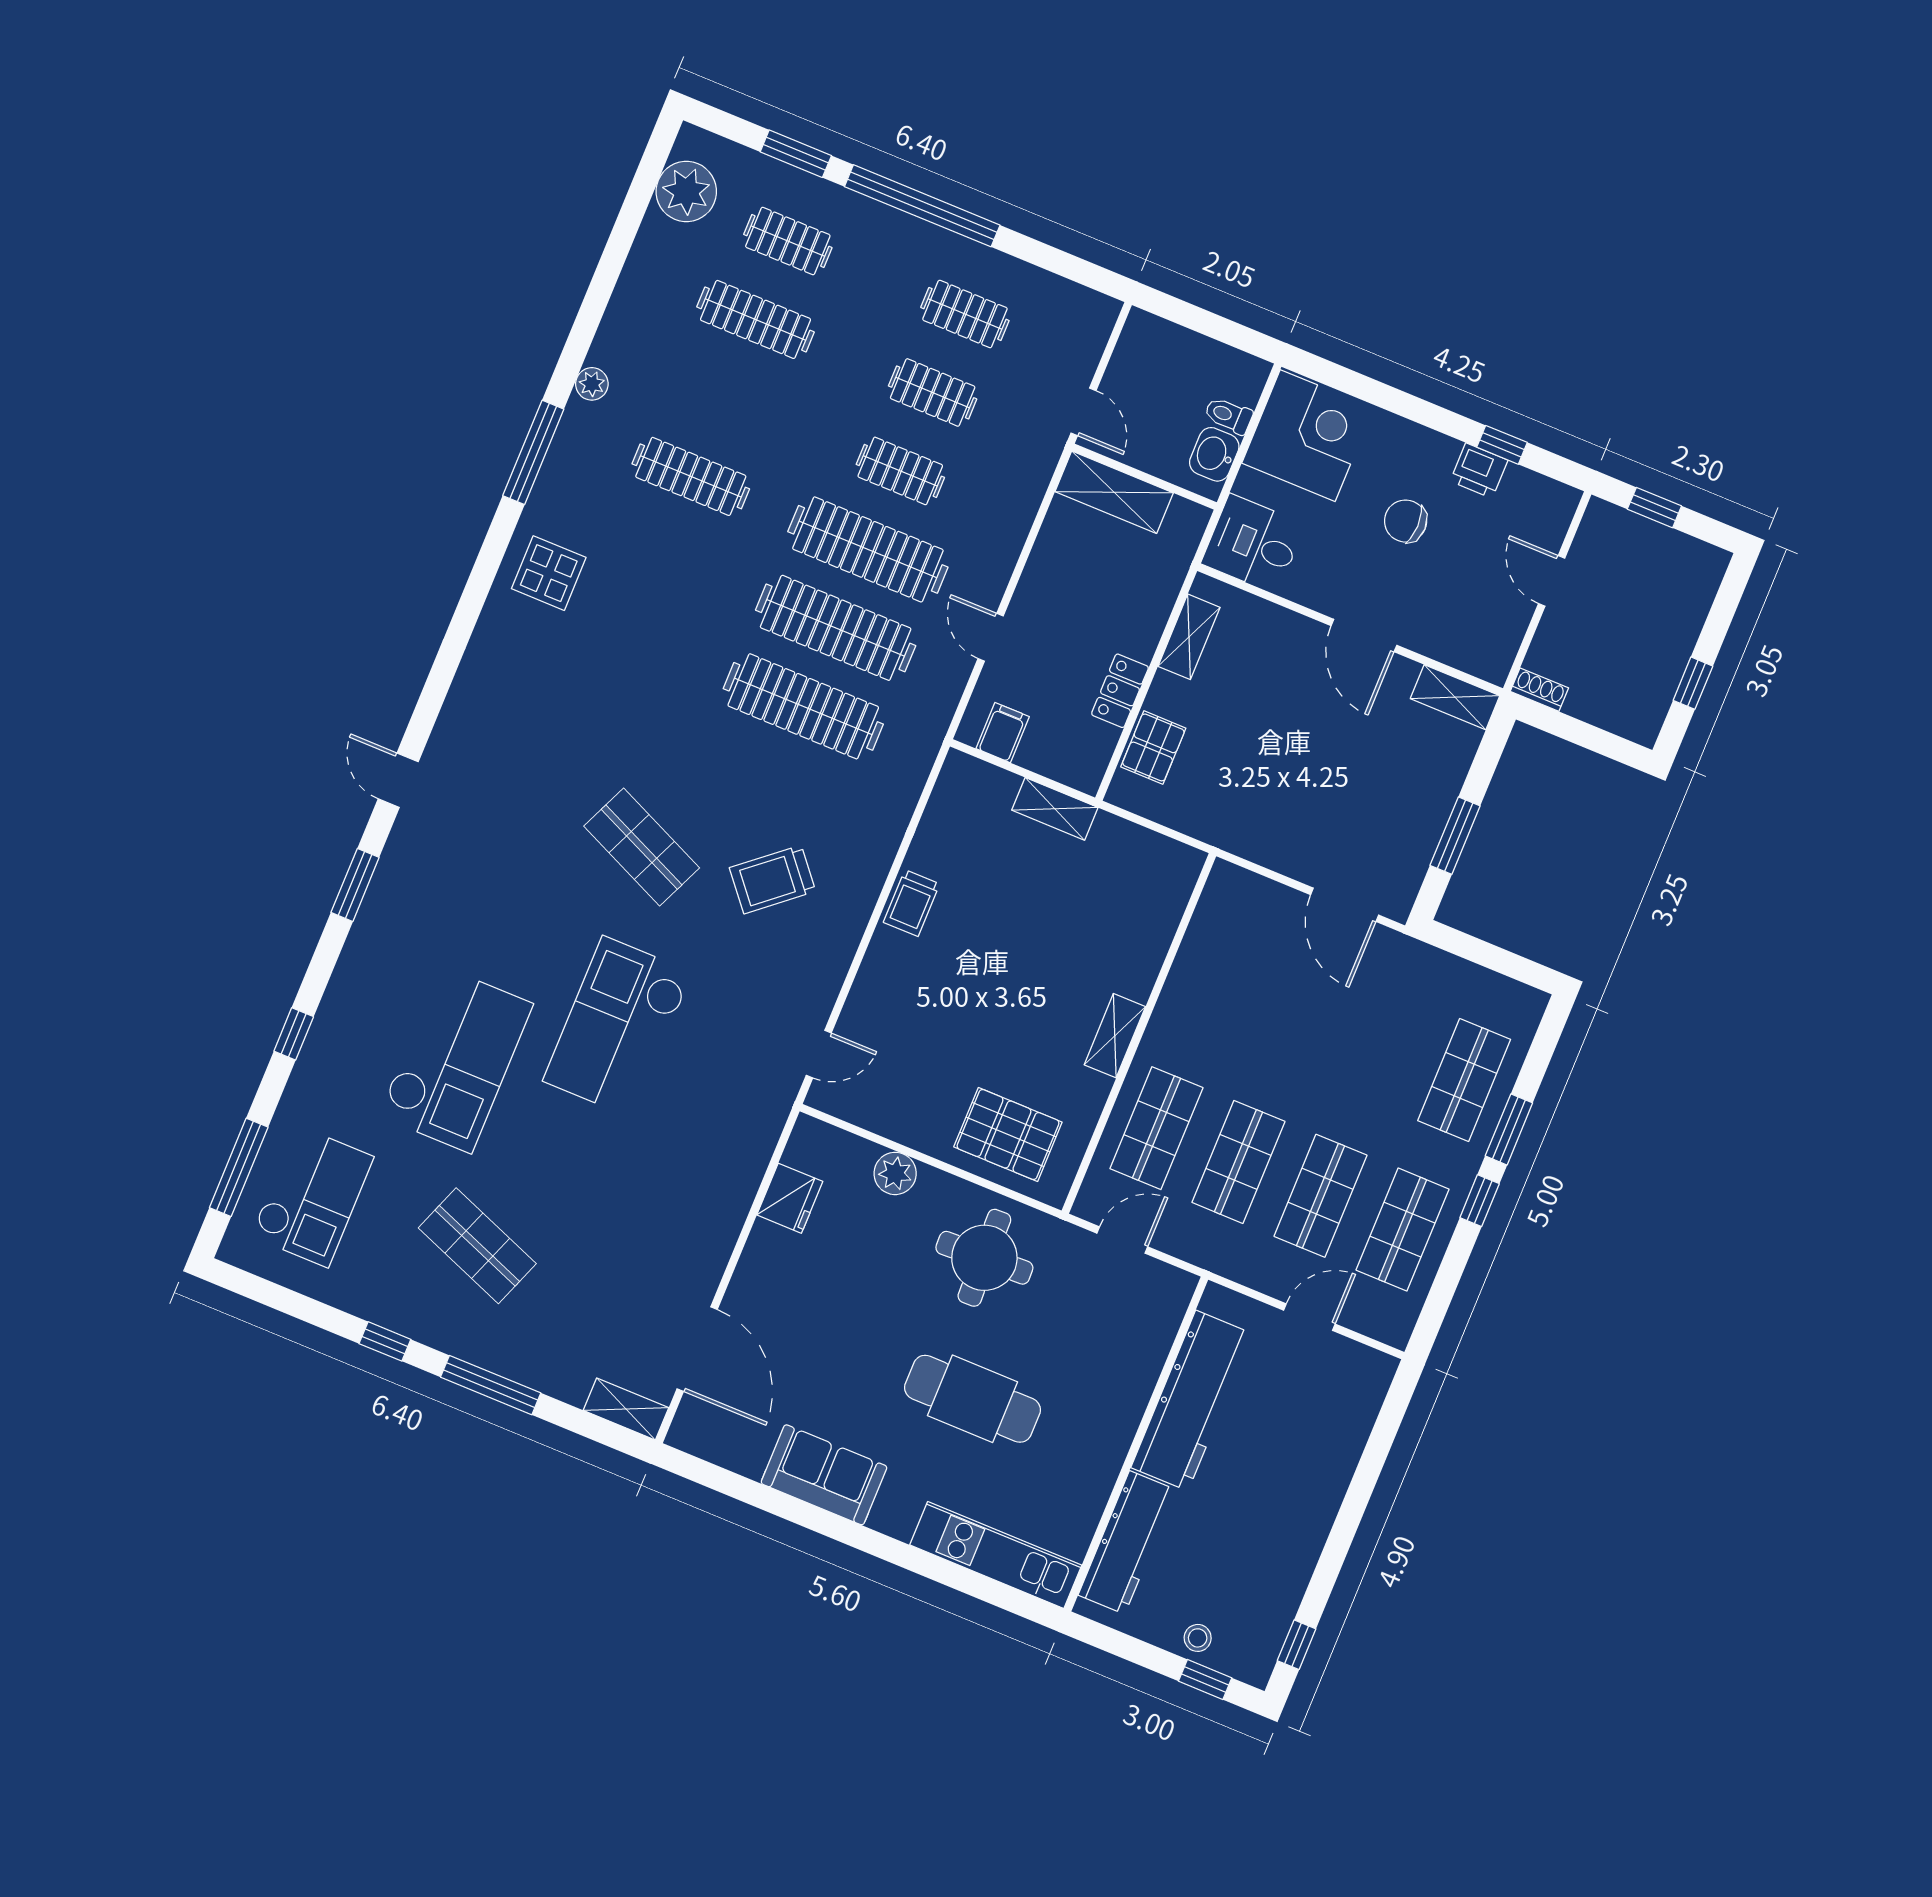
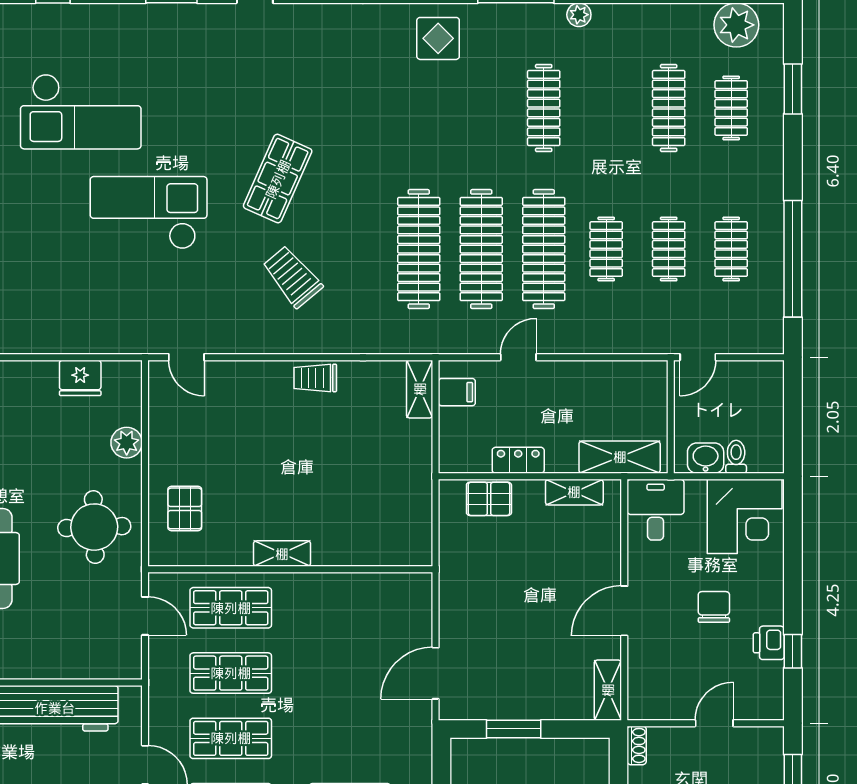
window: (922, 206) -> (793, 259), moved
shelving: (1114, 492) -> (620, 457), moved, turned 90
shelving: (1055, 809) -> (420, 389), moved
pallet: (1008, 1134) -> (185, 508), width x0.67, depth x0.71

